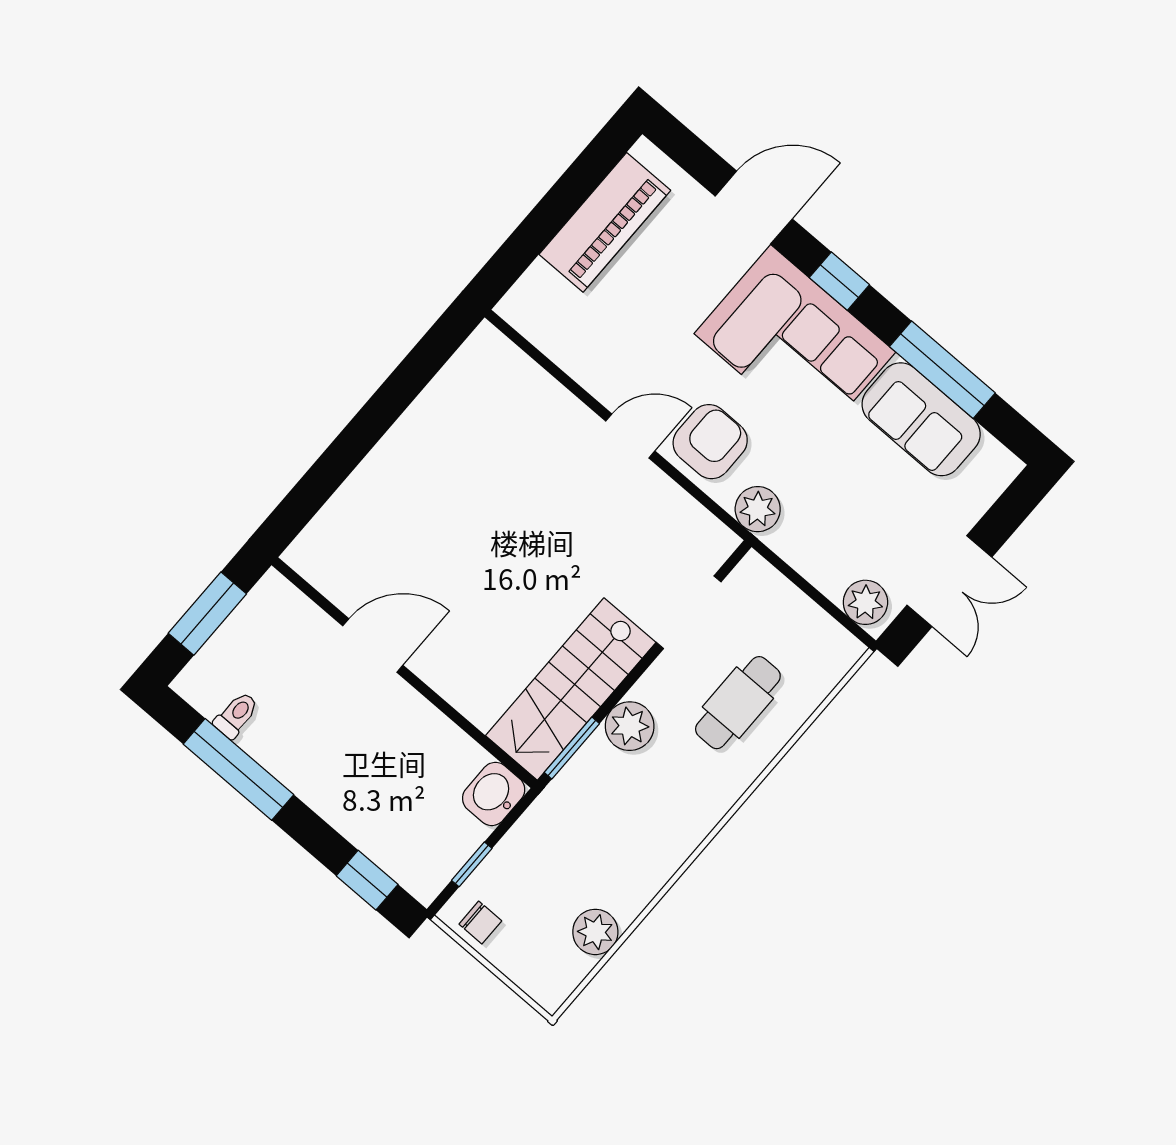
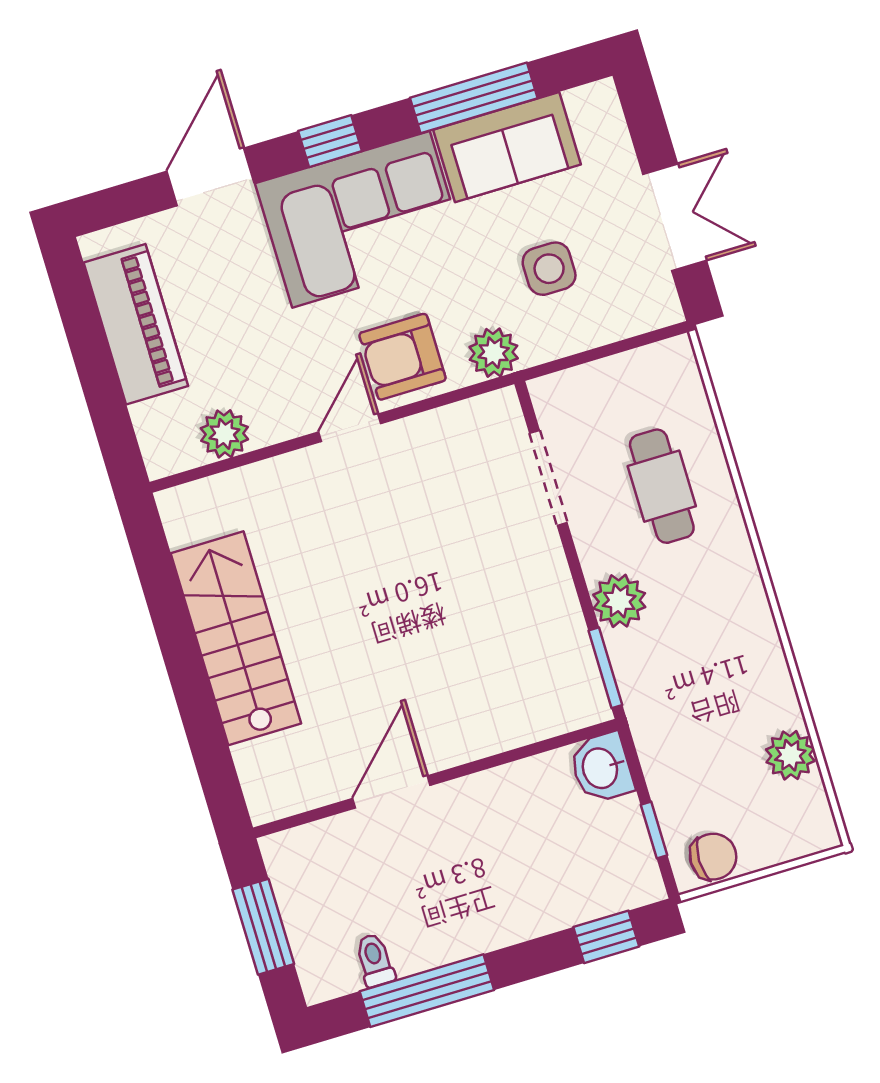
armchair: (710, 442) -> (402, 357), turned -90
side table: (849, 510) -> (549, 269), added
plant: (865, 602) -> (224, 434), moved
stairs: (571, 689) -> (236, 638), moved, turned 180
chair: (480, 922) -> (713, 857), width x1.37, depth x1.37

